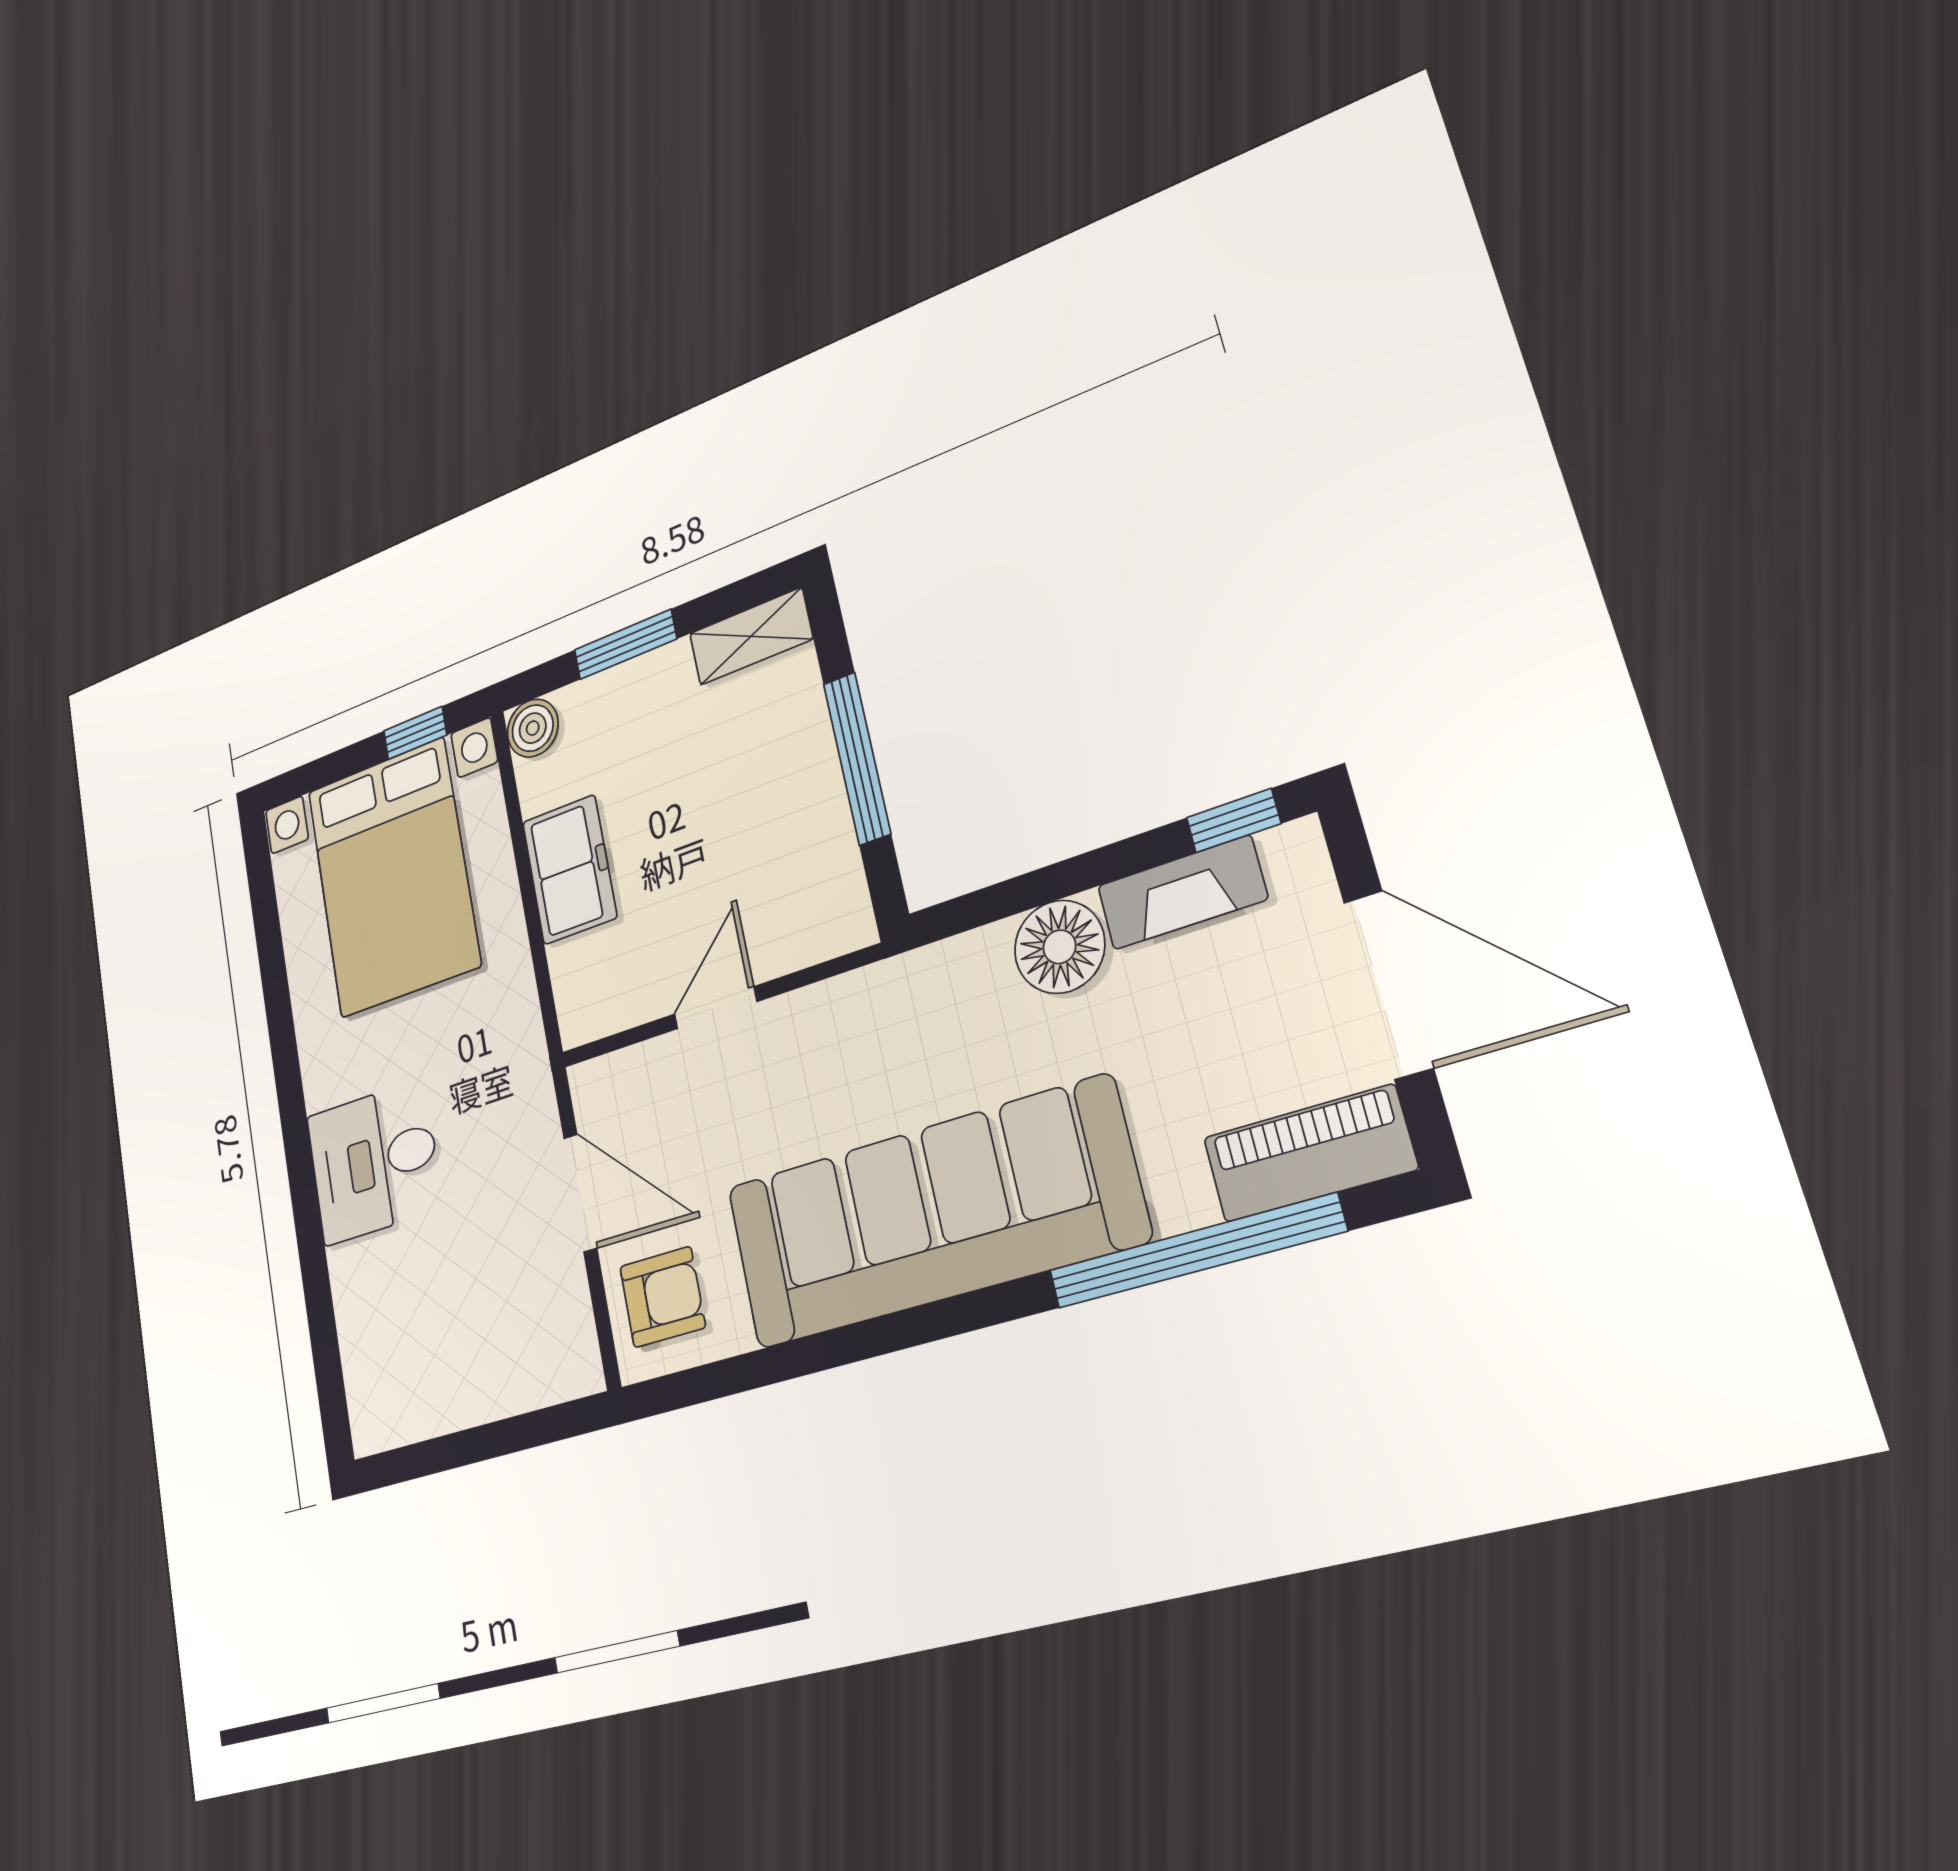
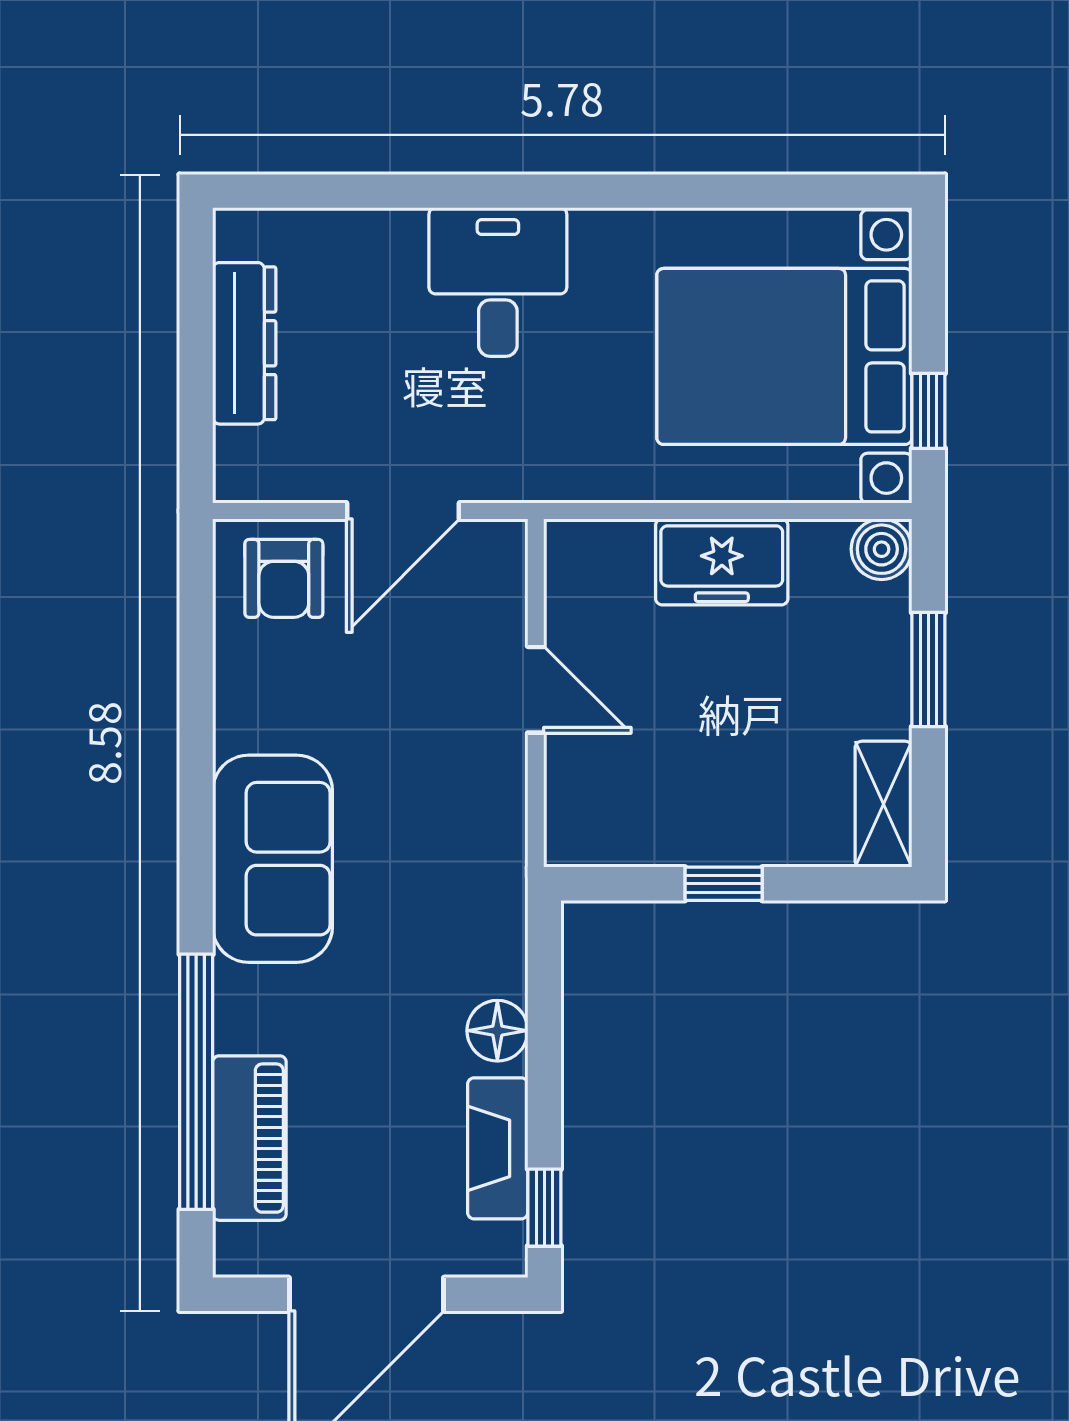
window: (857, 758) -> (724, 884), width x0.46
floor lamp: (1059, 947) -> (497, 1031), width x0.73, depth x0.73
piano: (1309, 1153) -> (249, 1138), moved
sofa: (932, 1214) -> (273, 859), width x0.54, depth x0.79
dresser: (462, 1397) -> (244, 343), added

